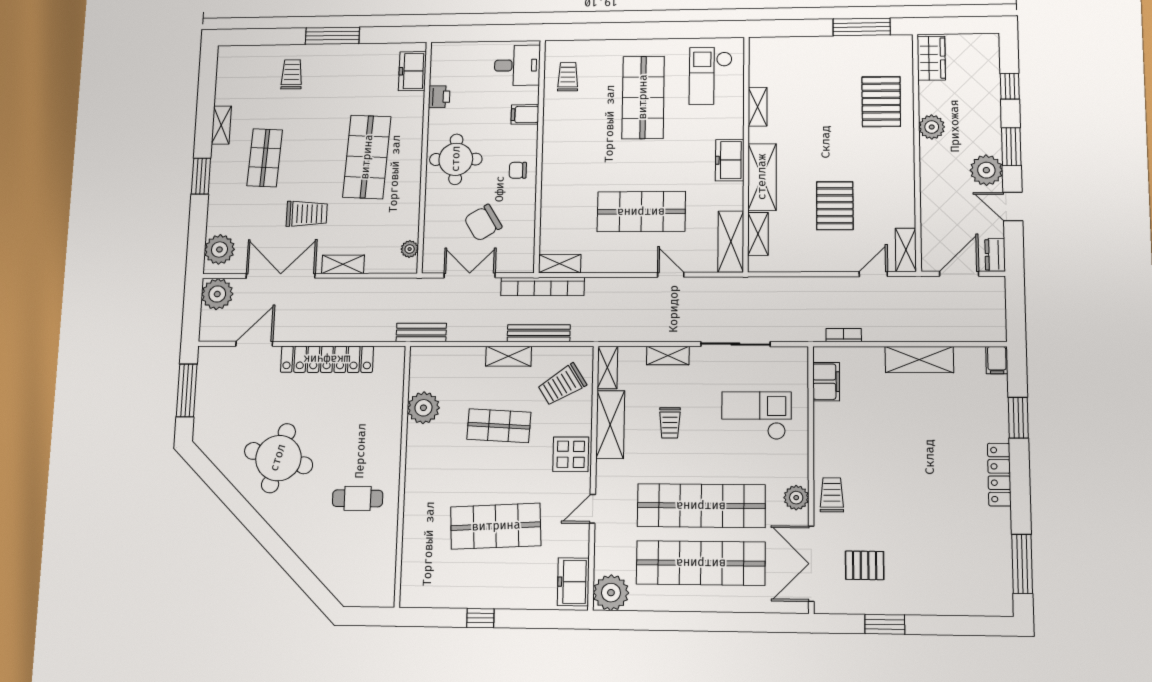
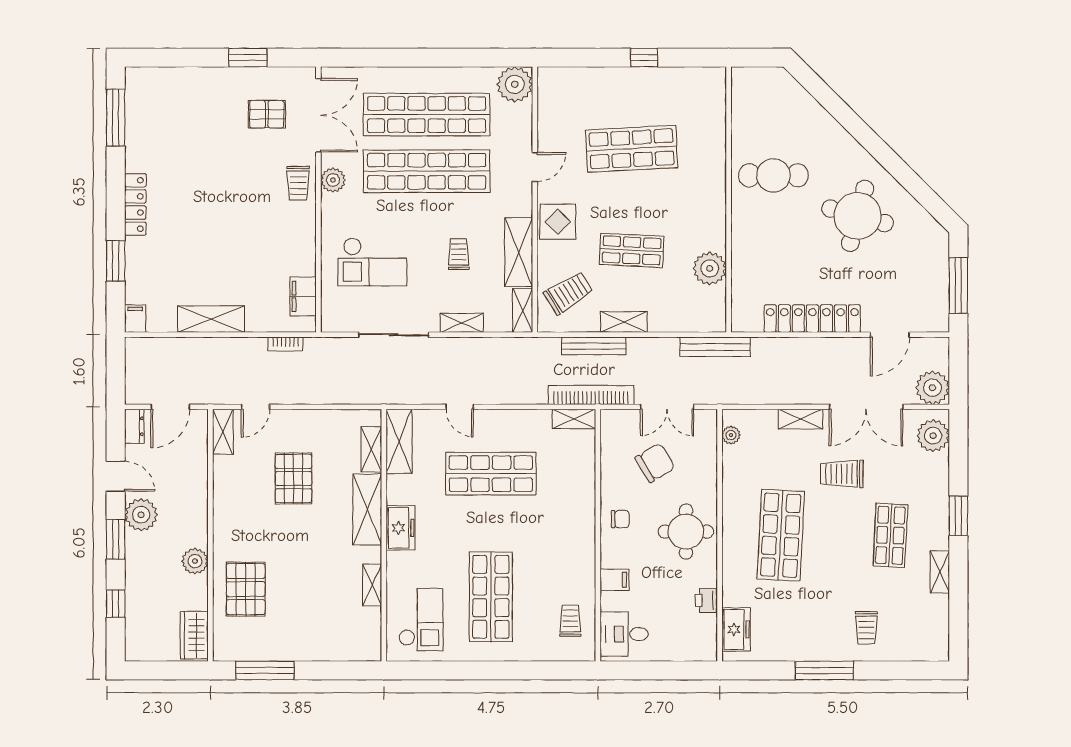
trolley: (568, 77) -> (570, 621), turned 180
bench: (421, 332) -> (715, 347), width x1.36
cafe table: (358, 498) -> (773, 175), width x1.37, depth x1.35
freezer: (573, 582) -> (552, 94), removed

